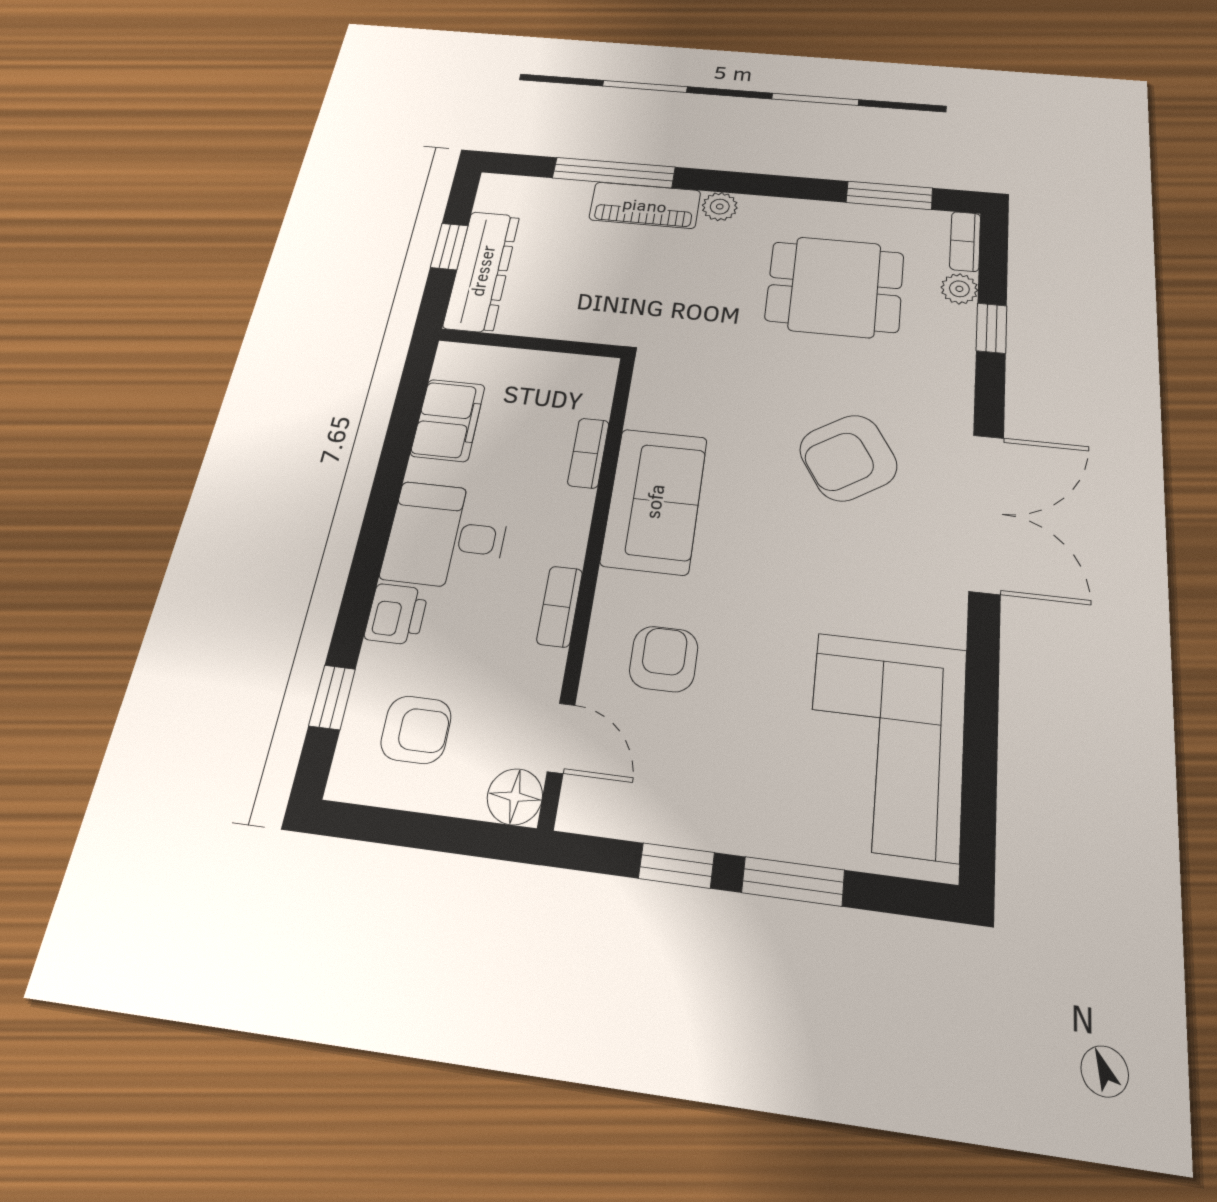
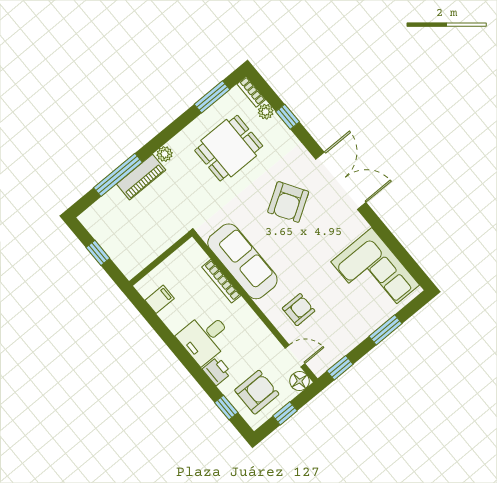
dresser: (482, 271) -> (118, 251), removed
filing cabinet: (448, 420) -> (160, 299), width x0.50
bookcase: (588, 453) -> (221, 281), width x1.56
sofa: (654, 501) -> (242, 261), width x1.36
bookcase: (560, 606) -> (257, 324), removed
armchair: (664, 659) -> (299, 310), turned 90
armchair: (416, 730) -> (257, 392), width x1.38, depth x1.38
window: (417, 830) -> (285, 413), added
window: (676, 866) -> (340, 368), moved

